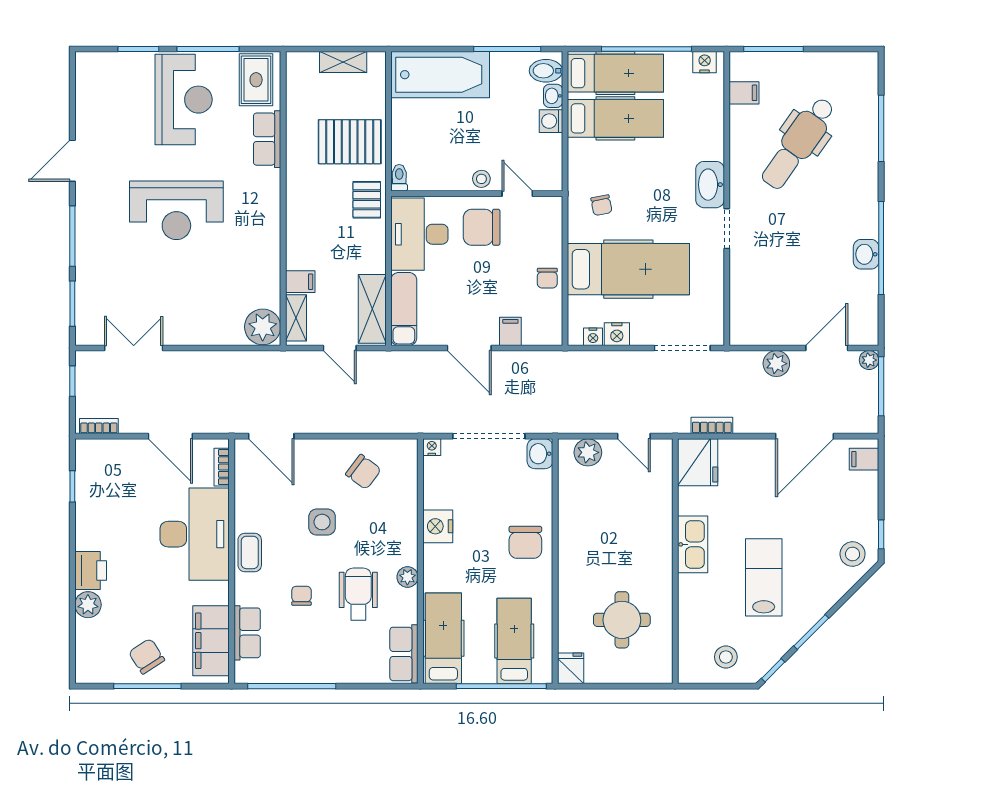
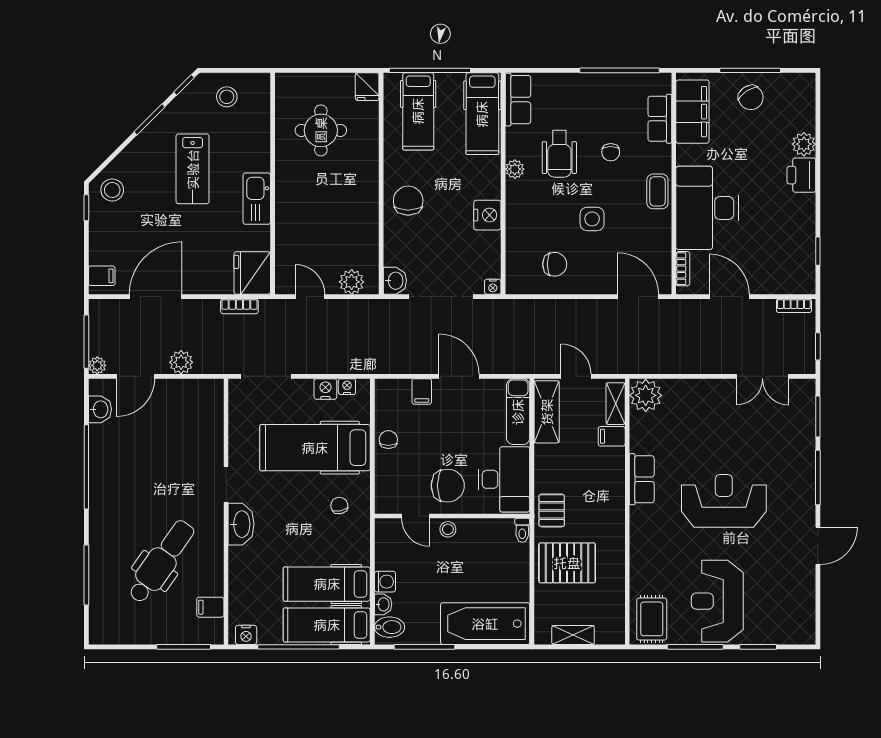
row of seats: (267, 139) -> (642, 479), moved
washbasin: (866, 254) -> (100, 409), moved
chair: (363, 472) -> (555, 264), turned 143

